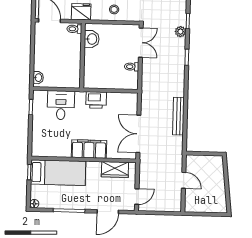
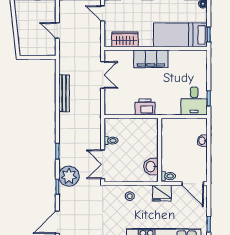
plant: (180, 32) -> (69, 176), width x1.88, depth x1.88
washbasin: (38, 78) -> (202, 141), moved
desk: (61, 105) -> (194, 101), moved
double door: (138, 134) -> (103, 75), width x0.73
door: (137, 196) -> (103, 14), hinge flipped

